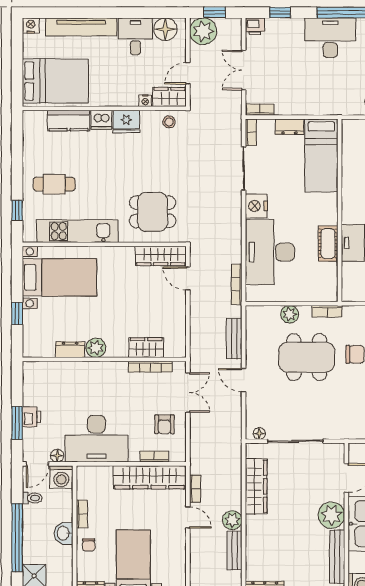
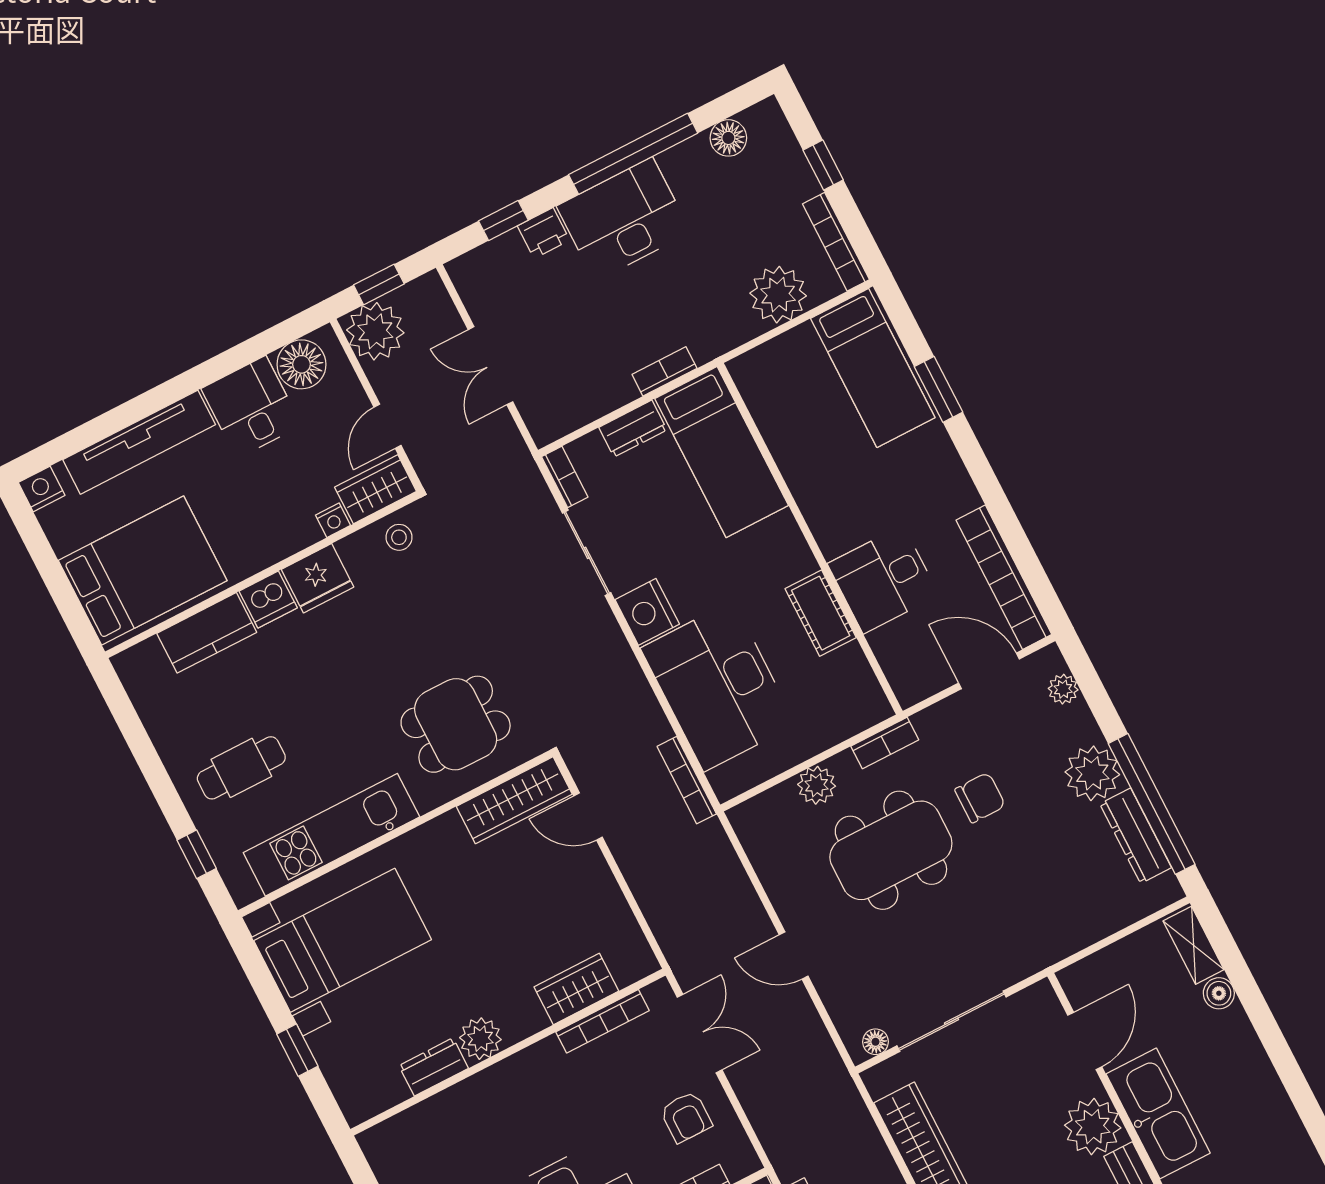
printer: (255, 26) -> (544, 233), moved
bookcase: (260, 110) -> (664, 371), moved
bench: (234, 339) -> (735, 886), removed

